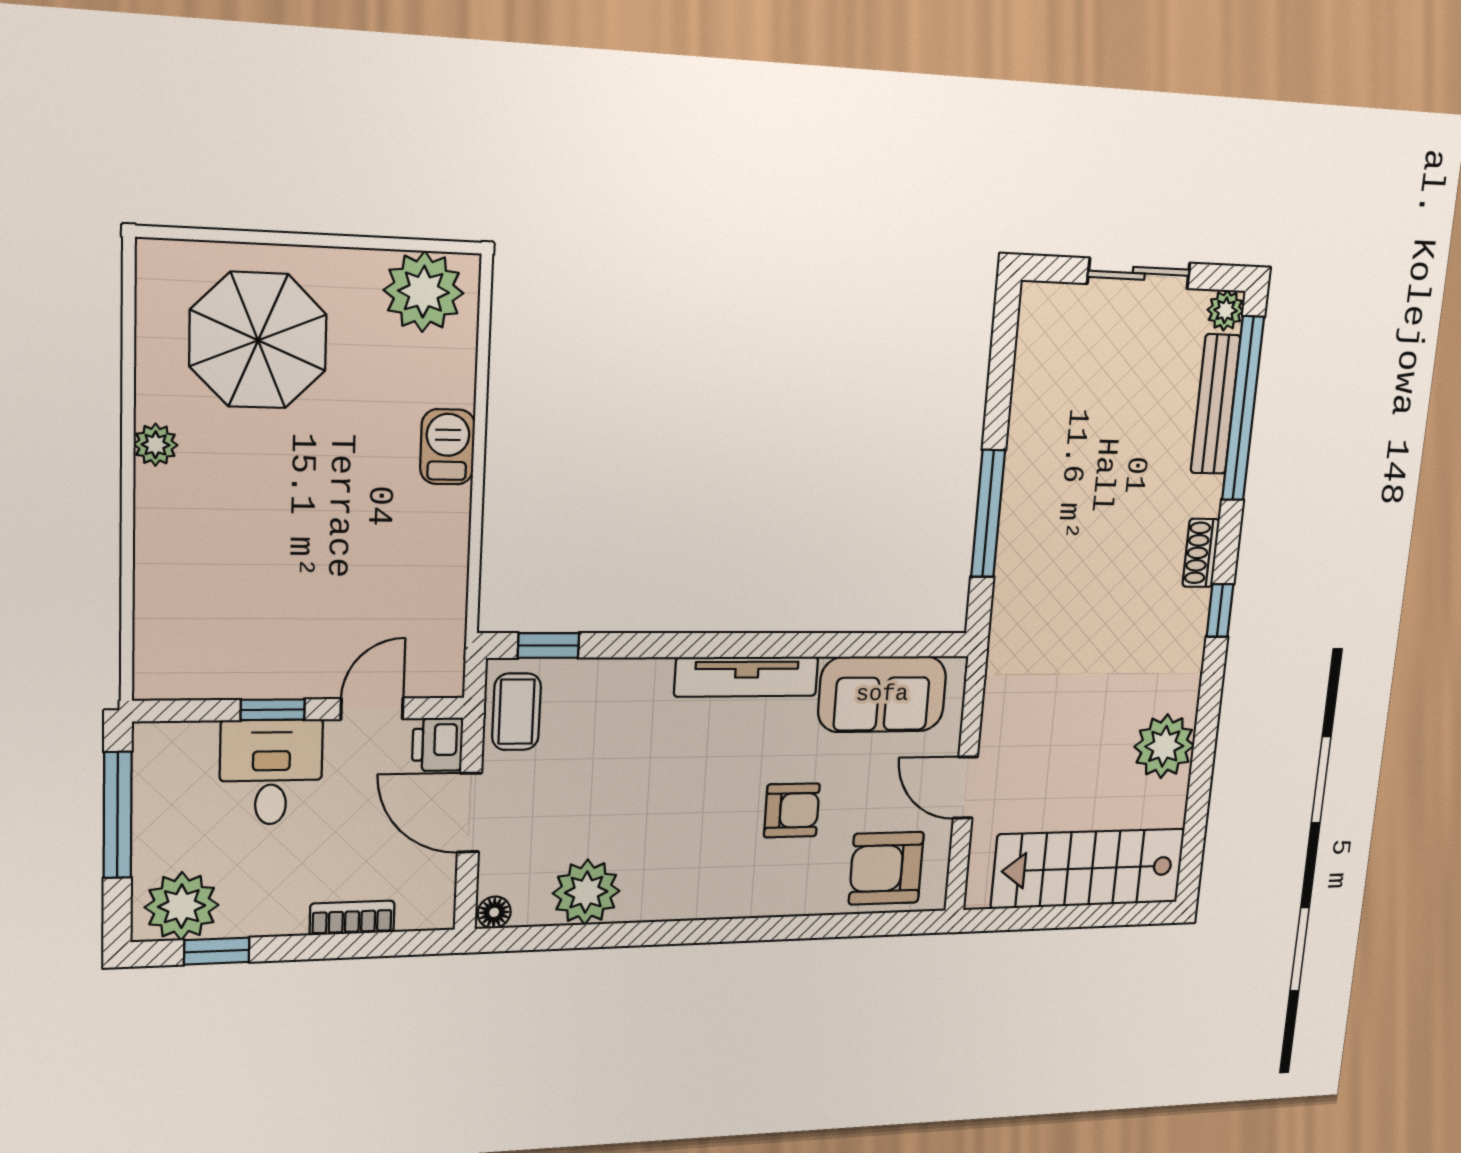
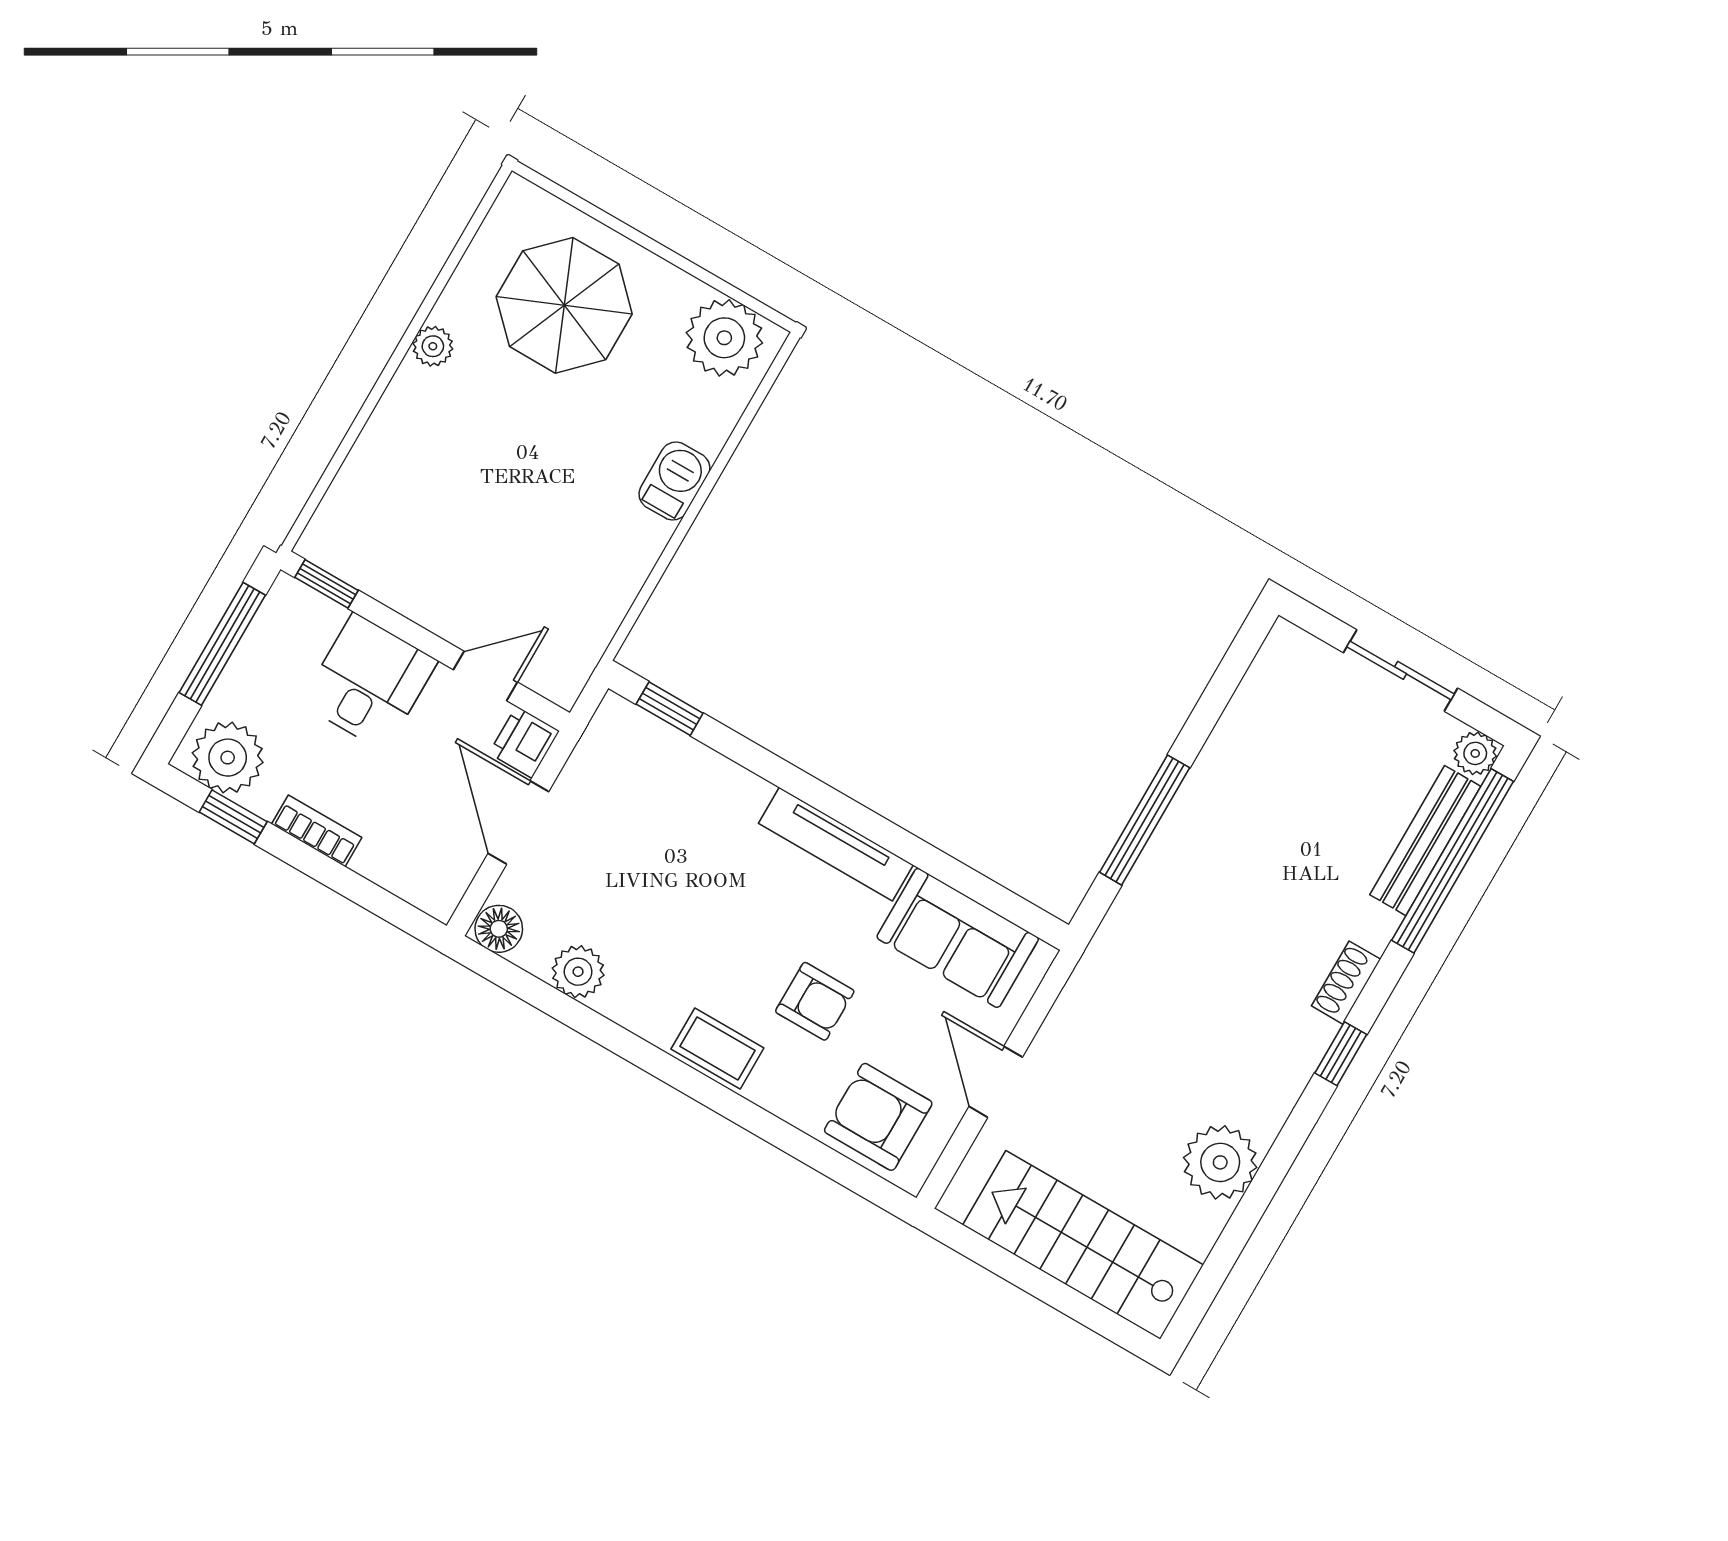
window: (273, 710) -> (327, 584), moved
coffee table: (516, 712) -> (717, 1048), moved, turned 90
plant: (586, 892) -> (578, 972), width x0.73, depth x0.73
floor lamp: (494, 912) -> (499, 929), width x1.37, depth x1.37
bookcase: (352, 918) -> (317, 831), moved

